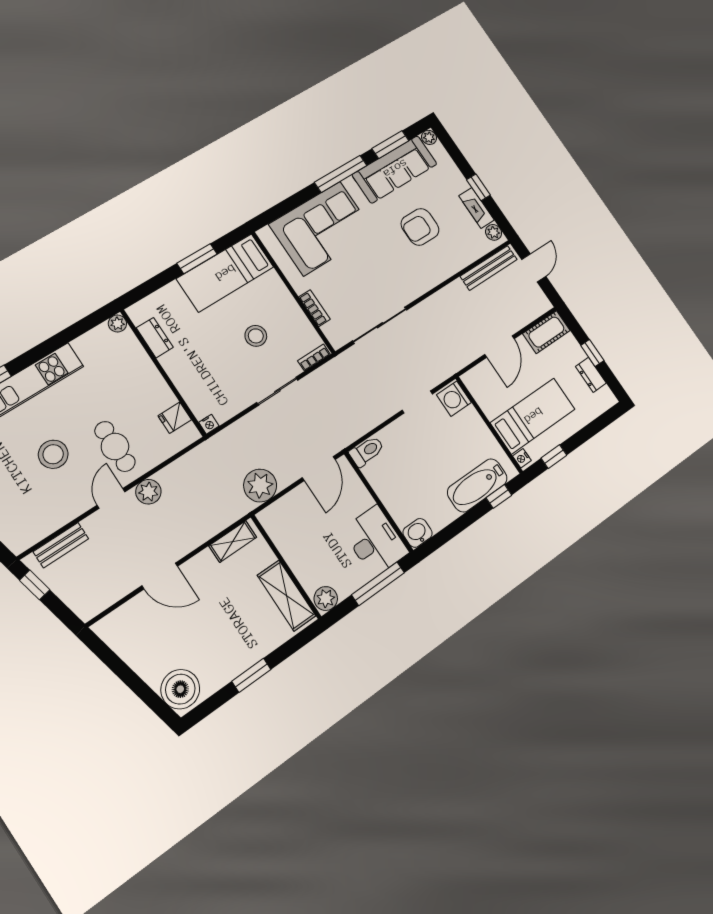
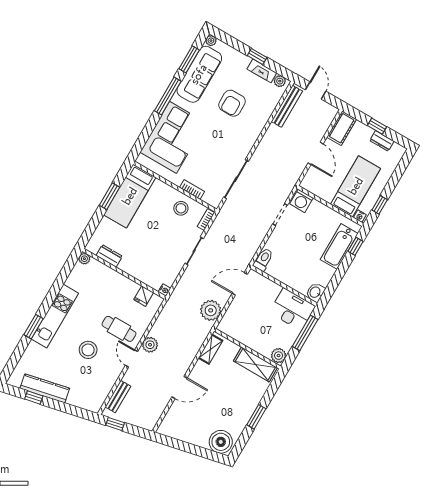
stool: (256, 336) -> (181, 208), moved
door: (319, 469) -> (240, 284), swing flipped

